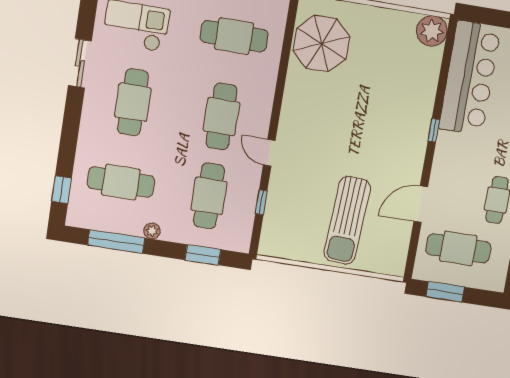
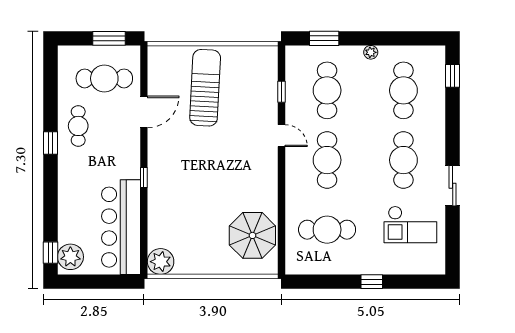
cafe table: (121, 182) -> (403, 90), turned 90
window: (116, 242) -> (400, 38), removed

